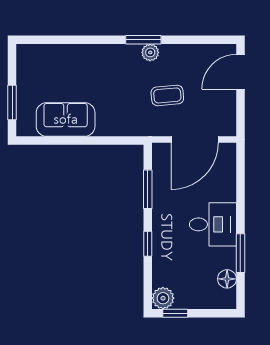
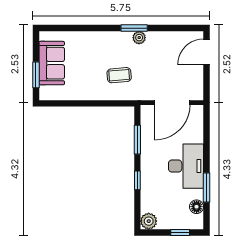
coffee table: (167, 95) -> (119, 75), moved
sofa: (66, 119) -> (52, 63), moved, turned 90
desk: (213, 224) -> (186, 166), width x1.37
window: (175, 313) -> (180, 232), moved

